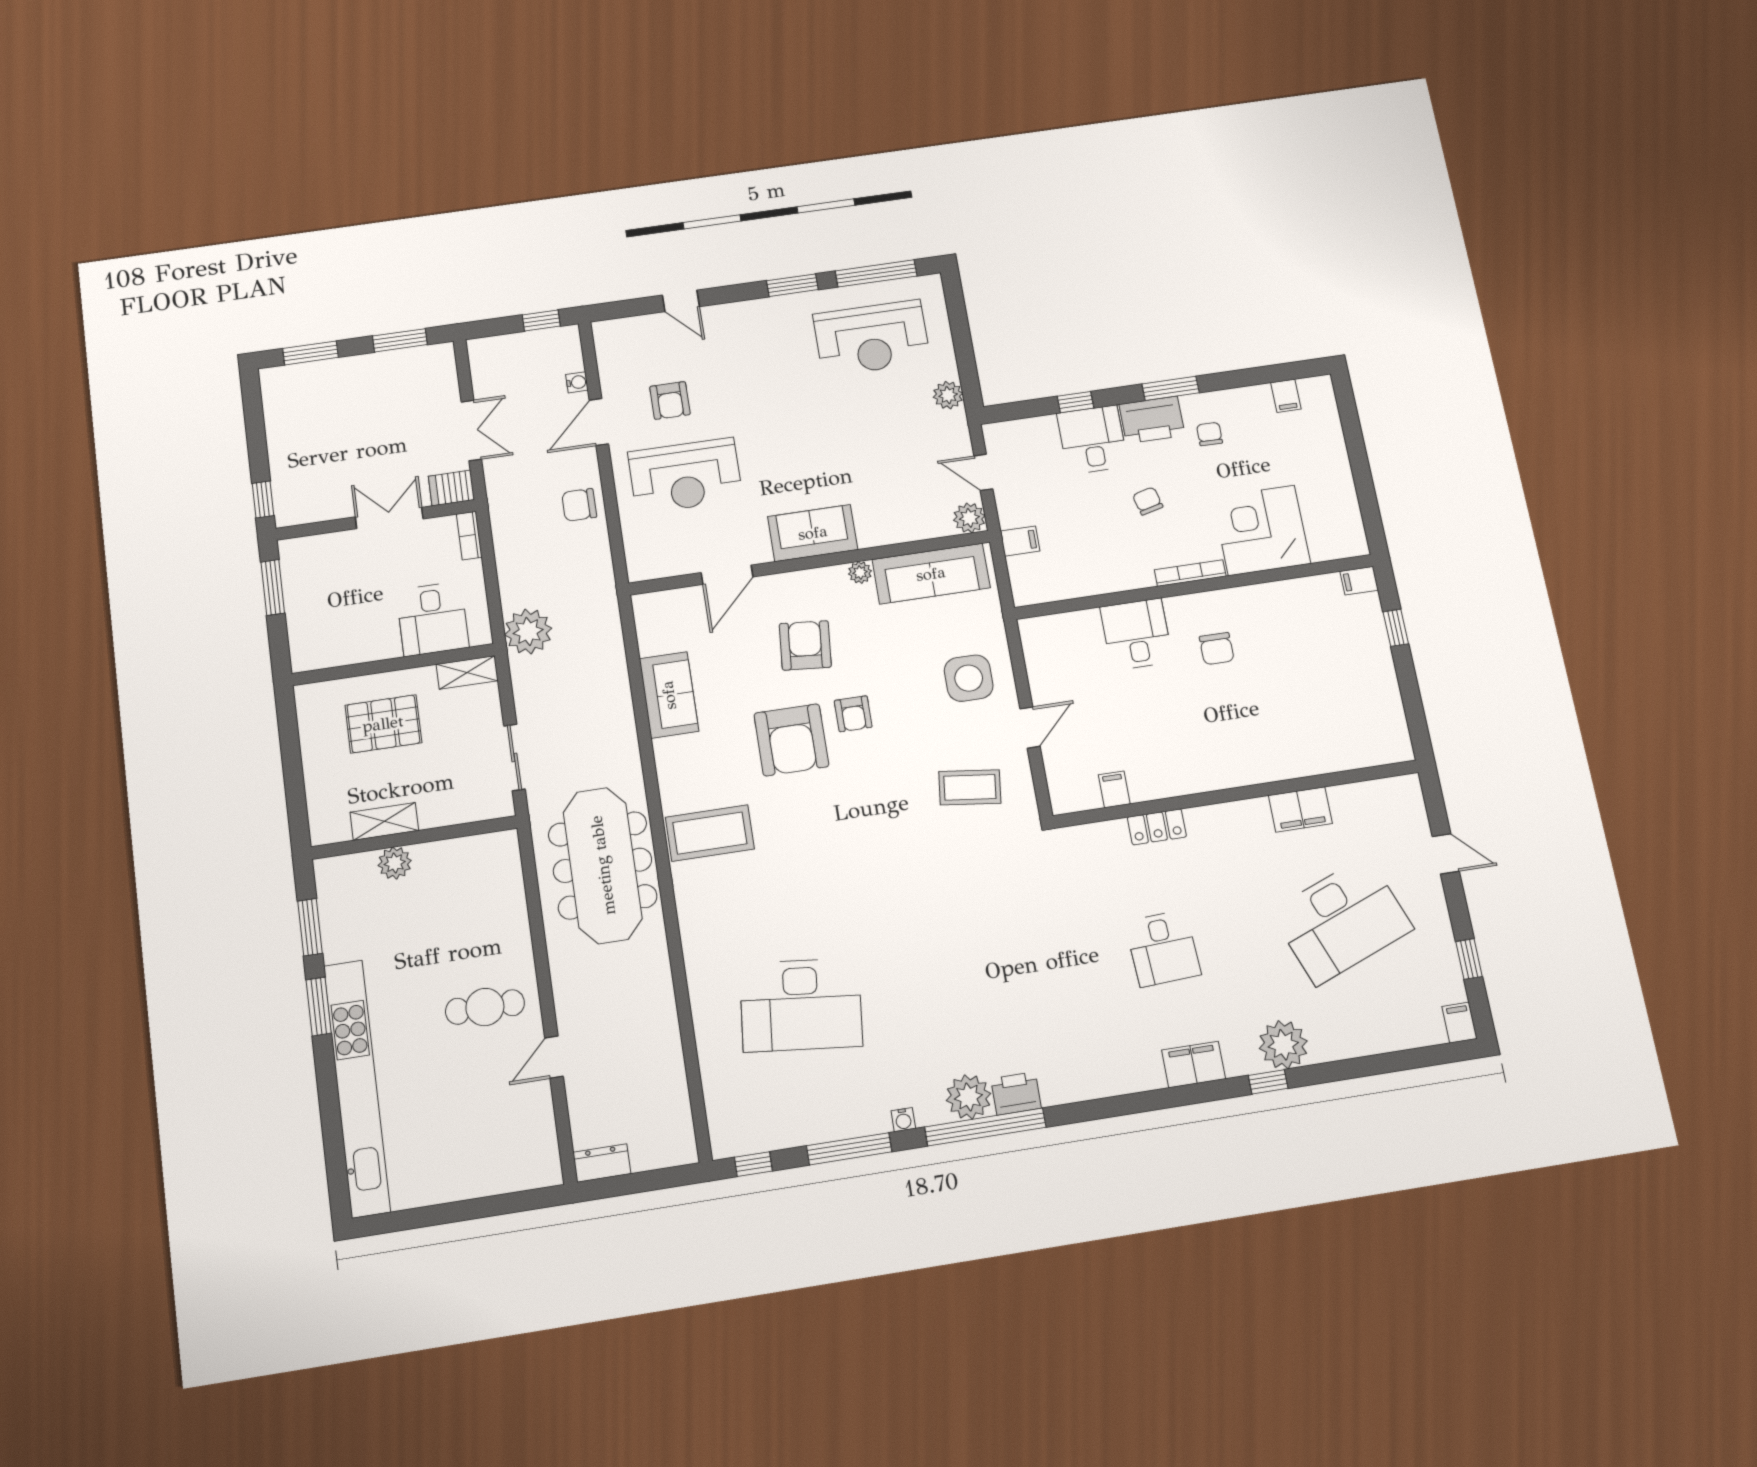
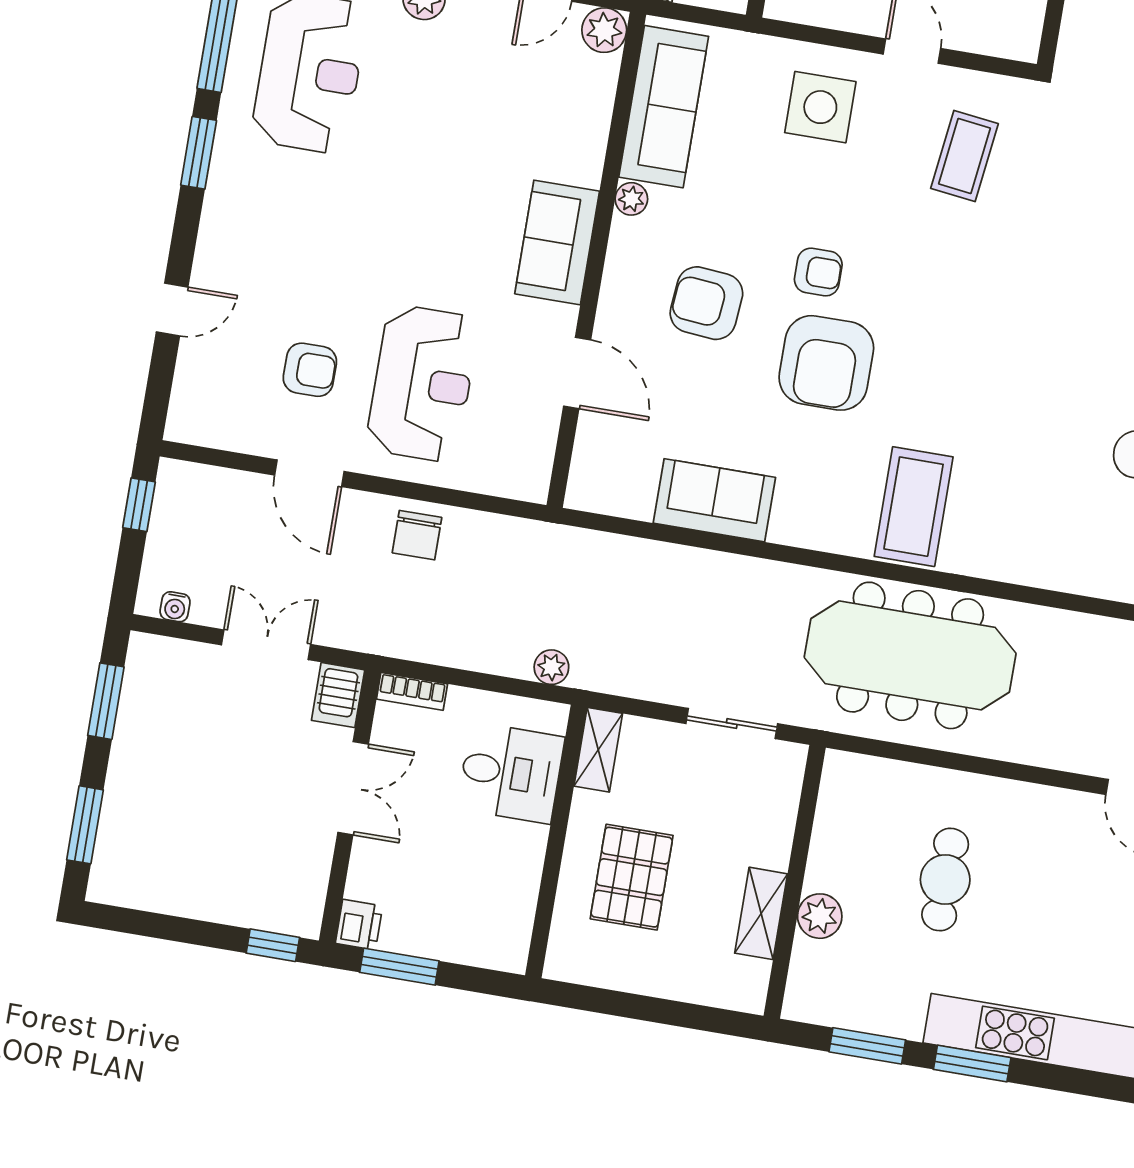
water cooler: (577, 382) -> (175, 607), moved, turned 180
double door: (389, 518) -> (353, 788), swing flipped
printer: (295, 552) -> (359, 925), added
plant: (528, 631) -> (551, 667), width x0.53, depth x0.53
armchair: (791, 740) -> (826, 363), turned 90
cafe table: (485, 1007) -> (945, 880), moved

